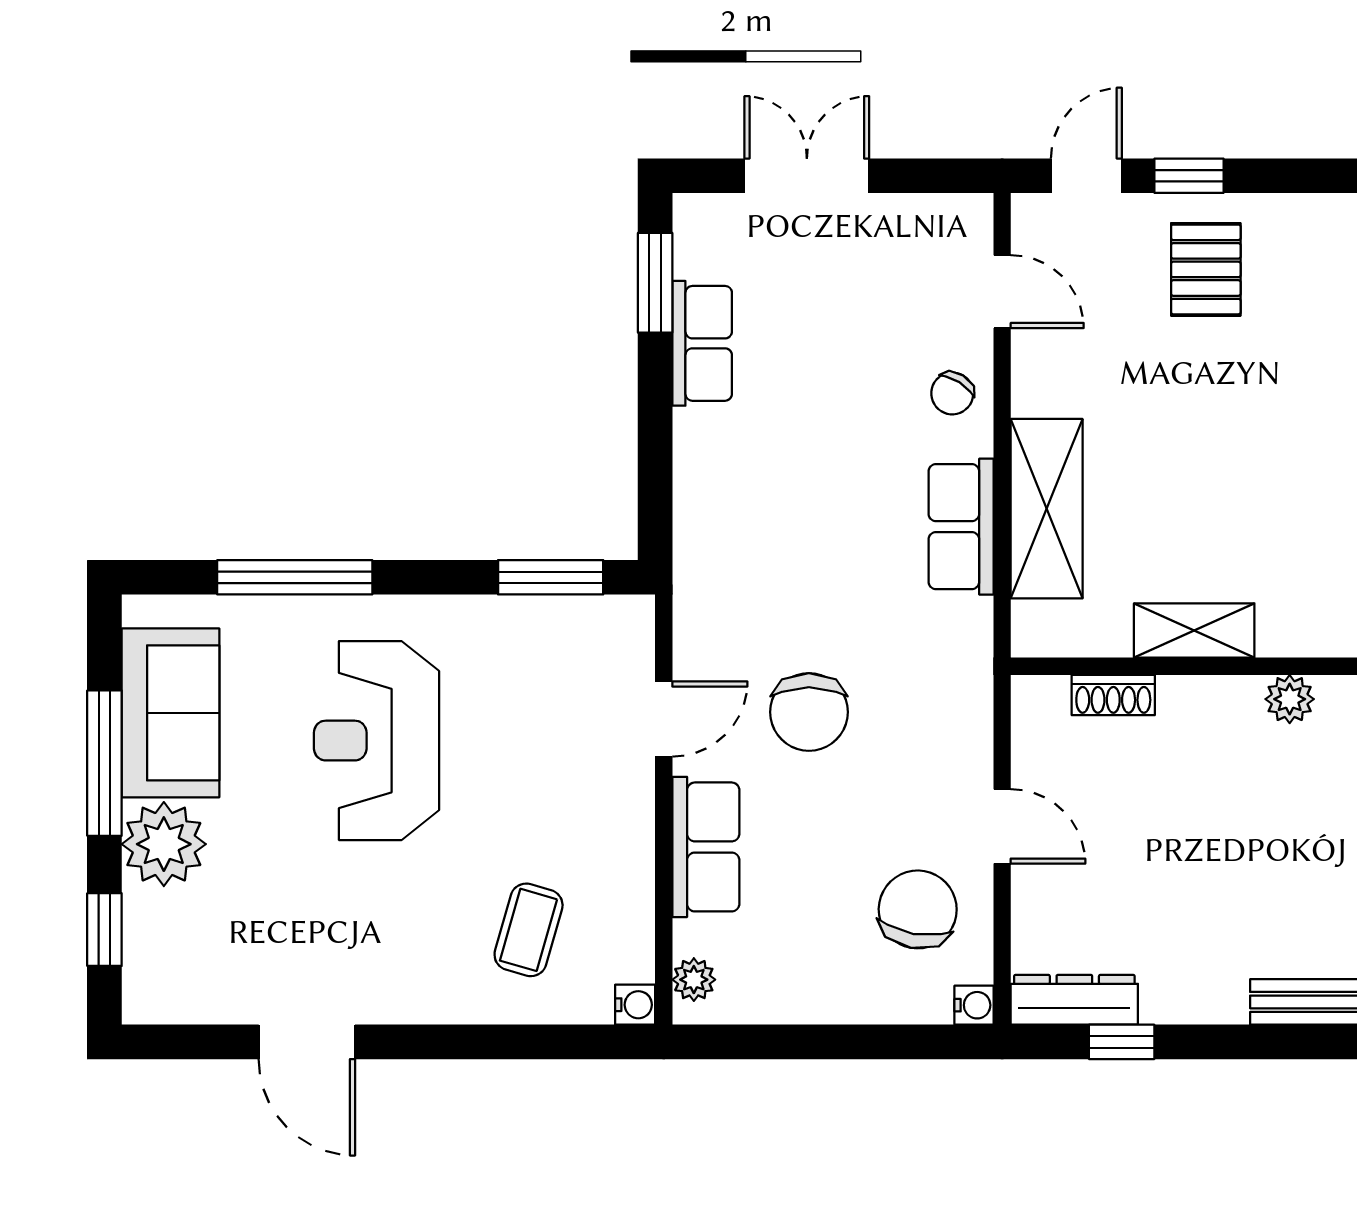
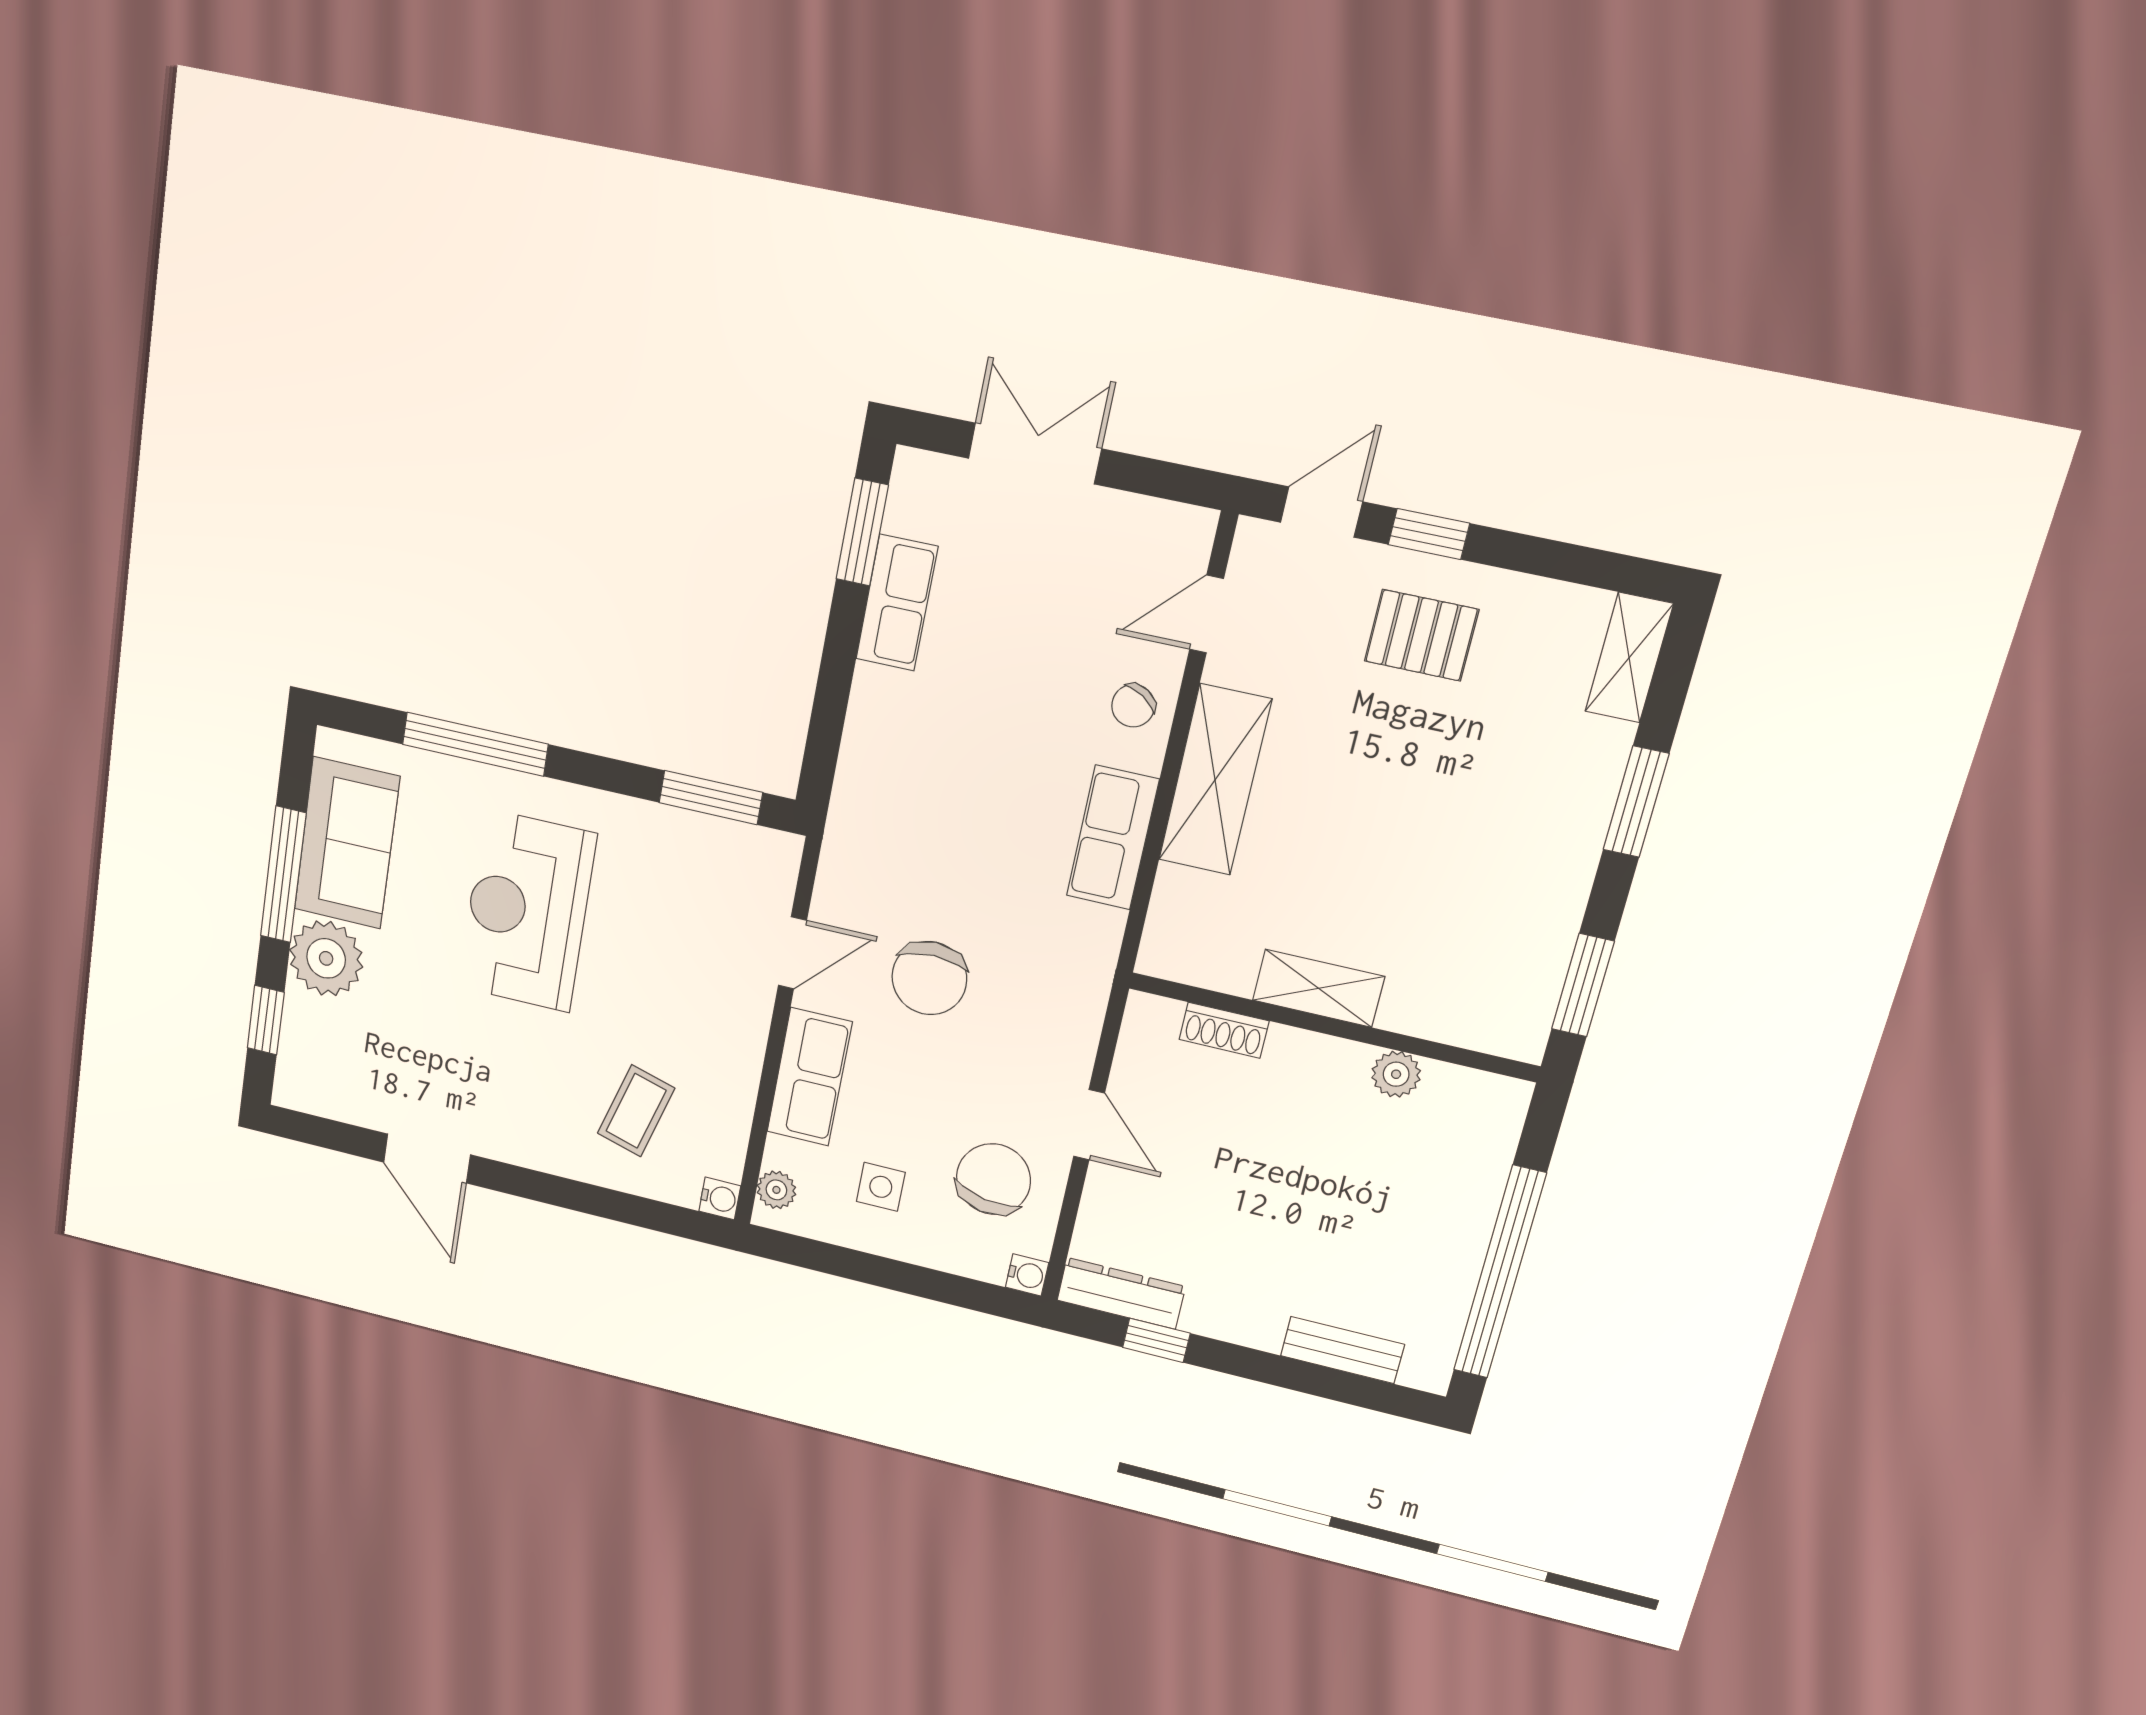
pallet: (1206, 269) -> (1421, 635), turned 90
door: (1002, 292) -> (1207, 614), swing flipped
shelving: (1047, 509) -> (1215, 780), moved
side table: (803, 948) -> (881, 1187), added

